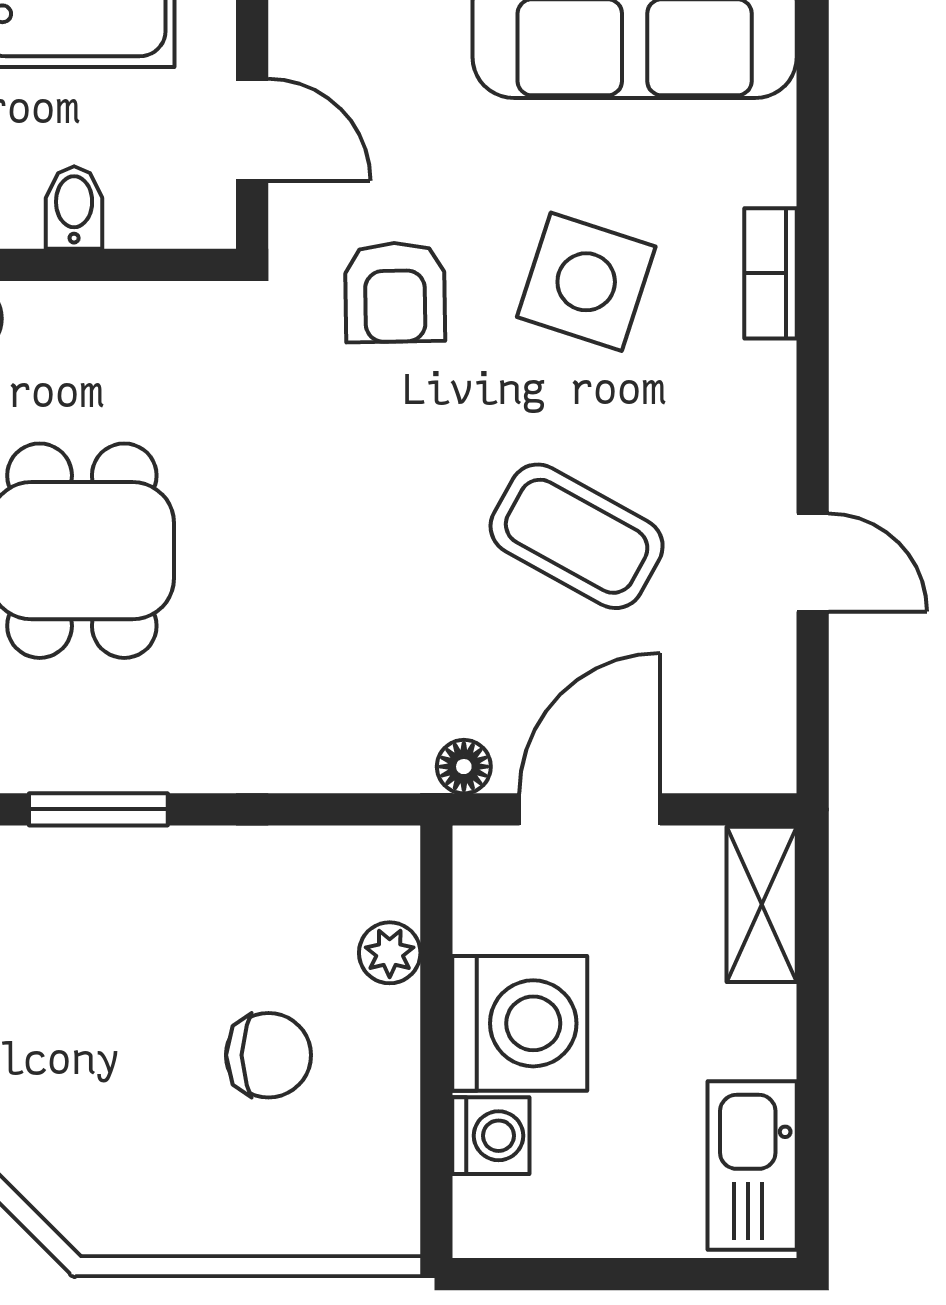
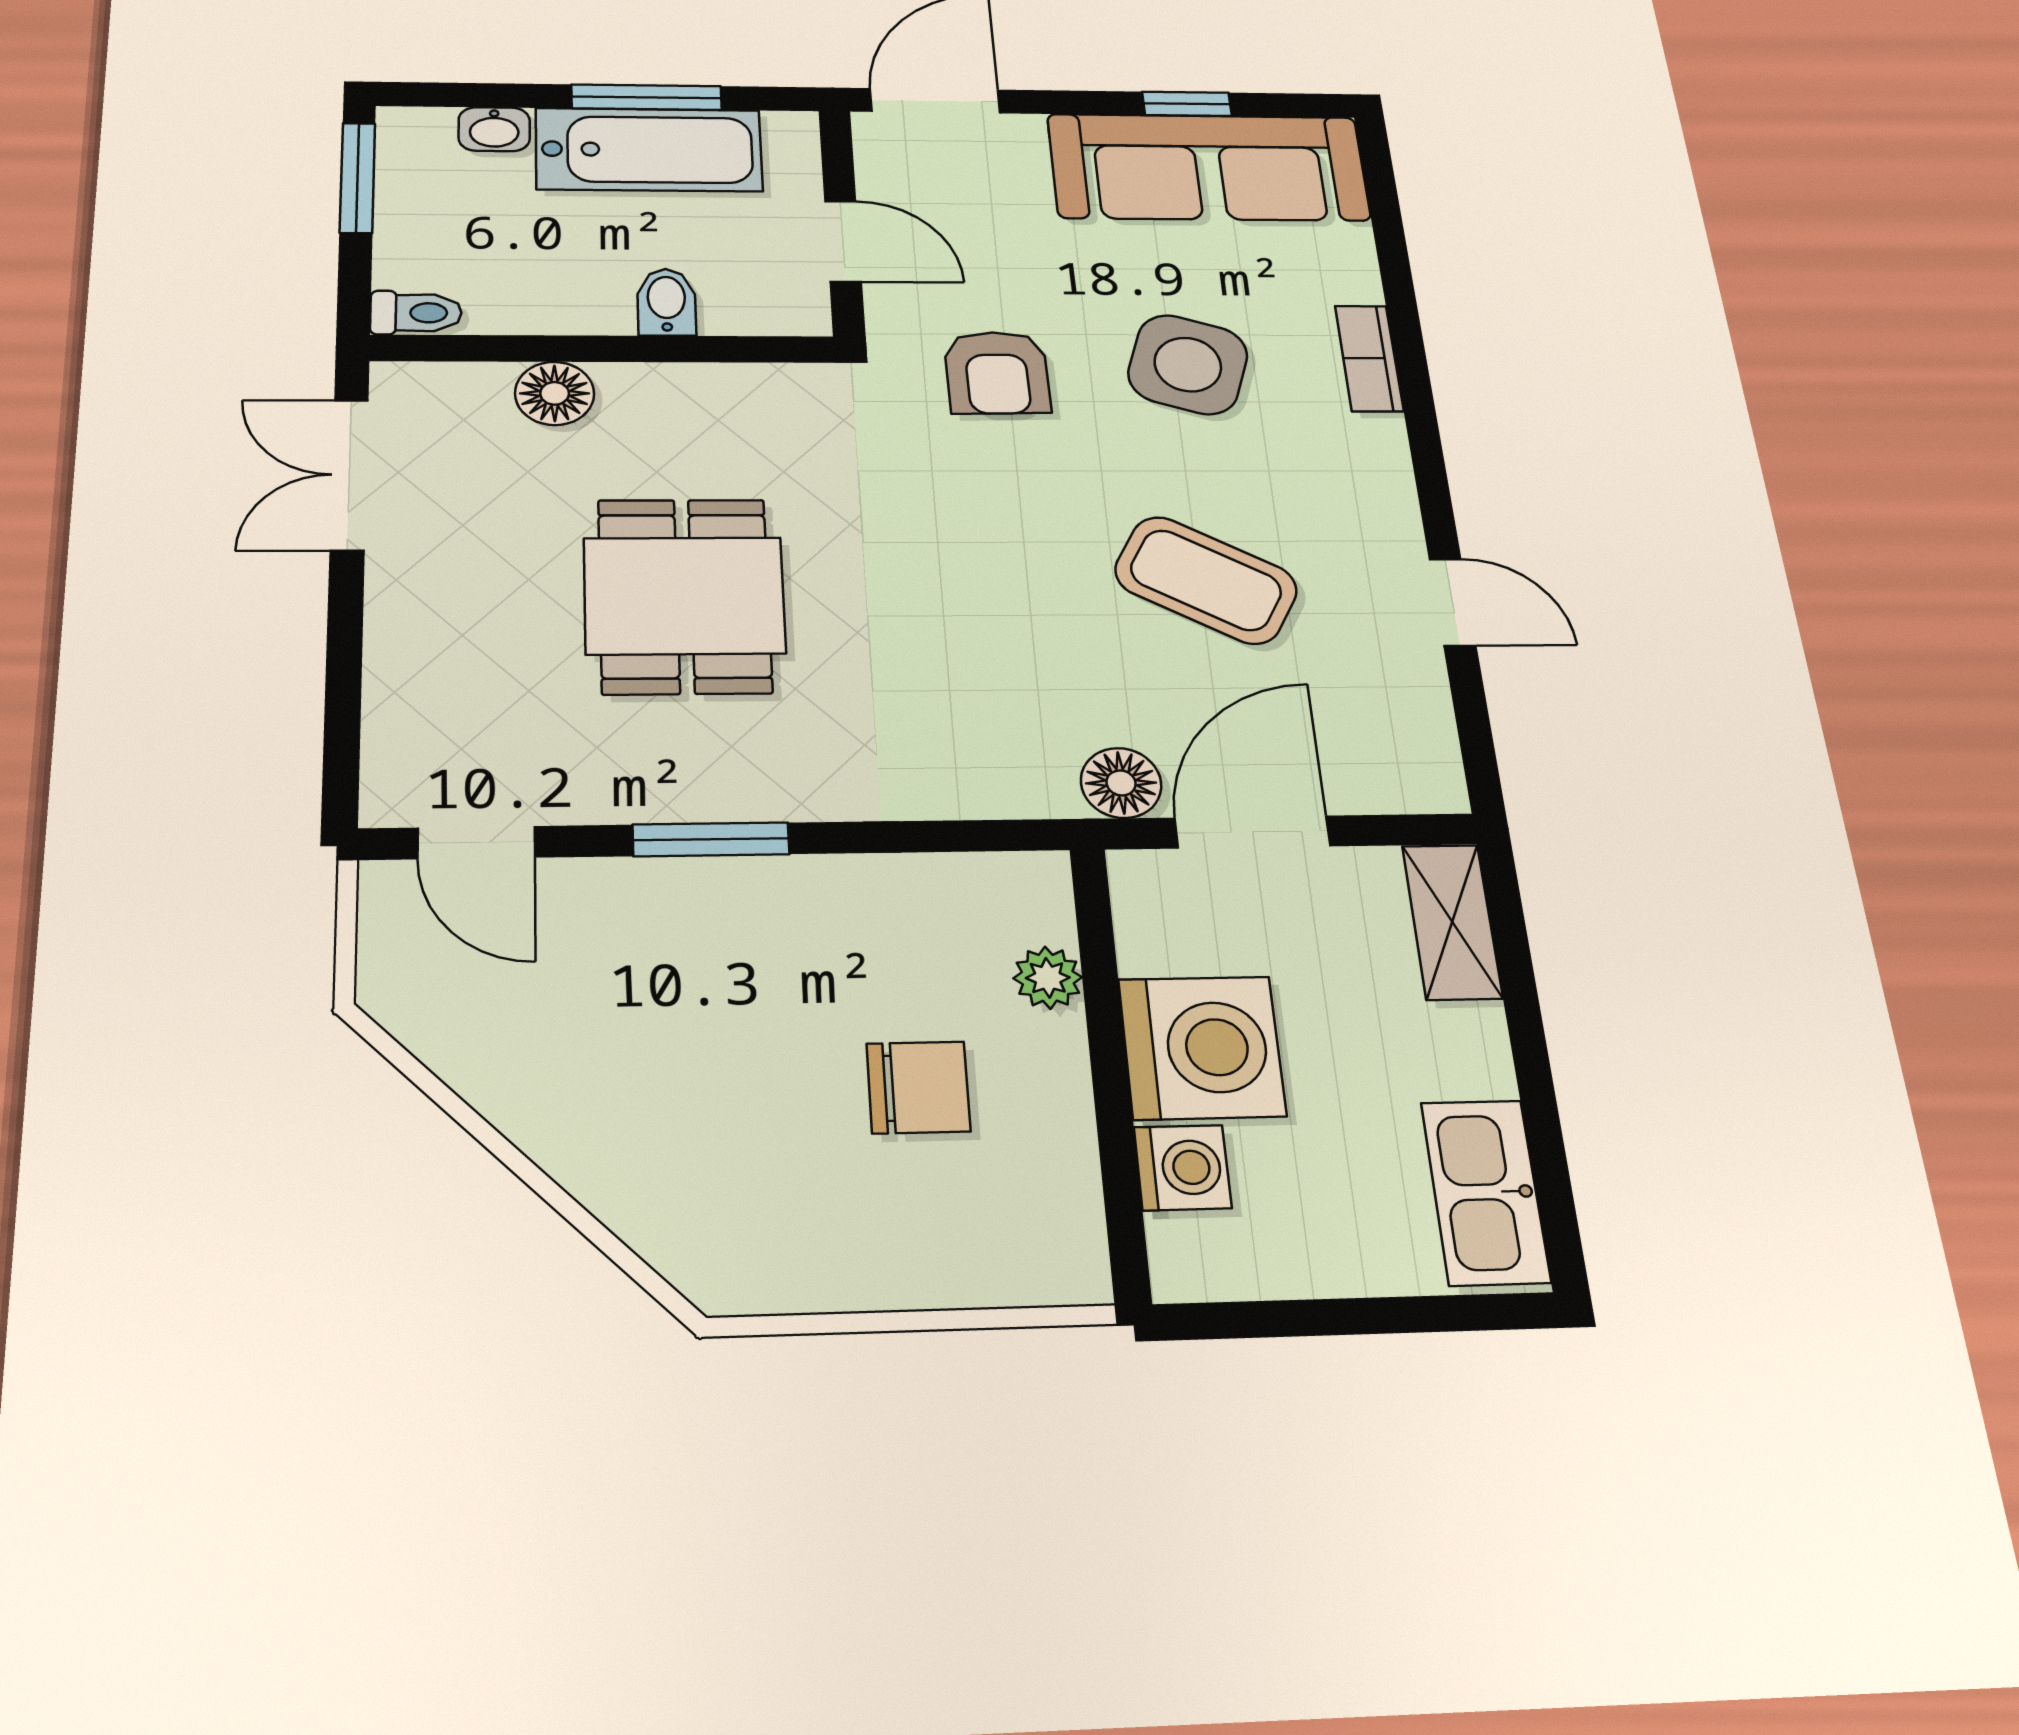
floor lamp: (464, 767) -> (1121, 783), width x1.37, depth x1.37

